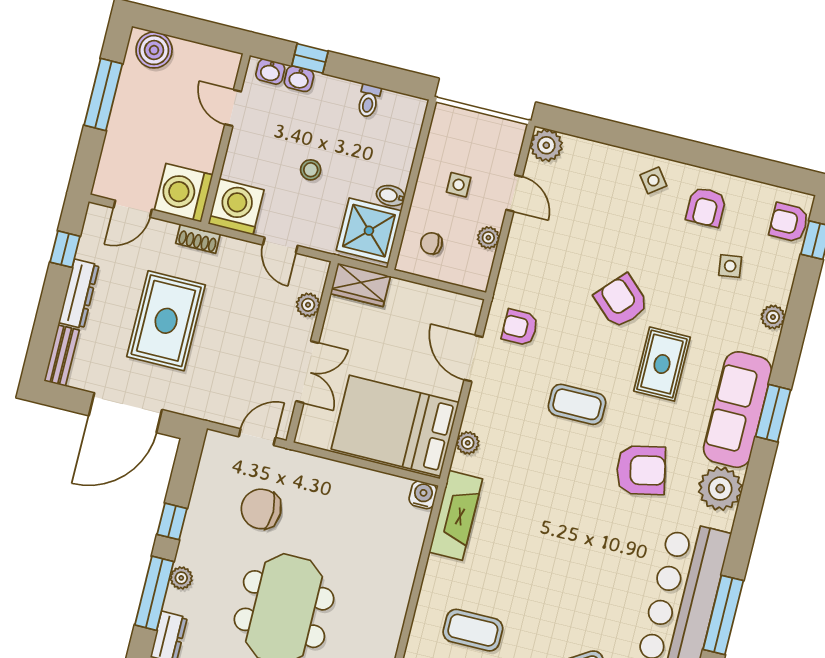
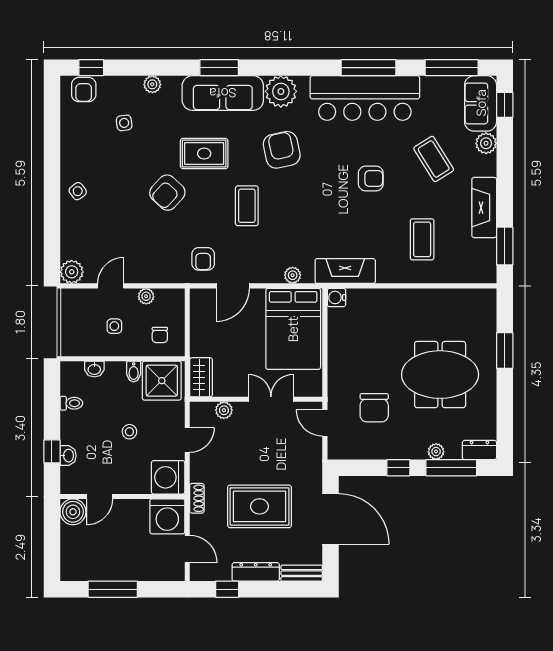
boiler: (154, 50) -> (73, 512), moved
washbasin: (270, 72) -> (94, 369), moved, turned 90
armchair: (706, 207) -> (371, 178), moved

